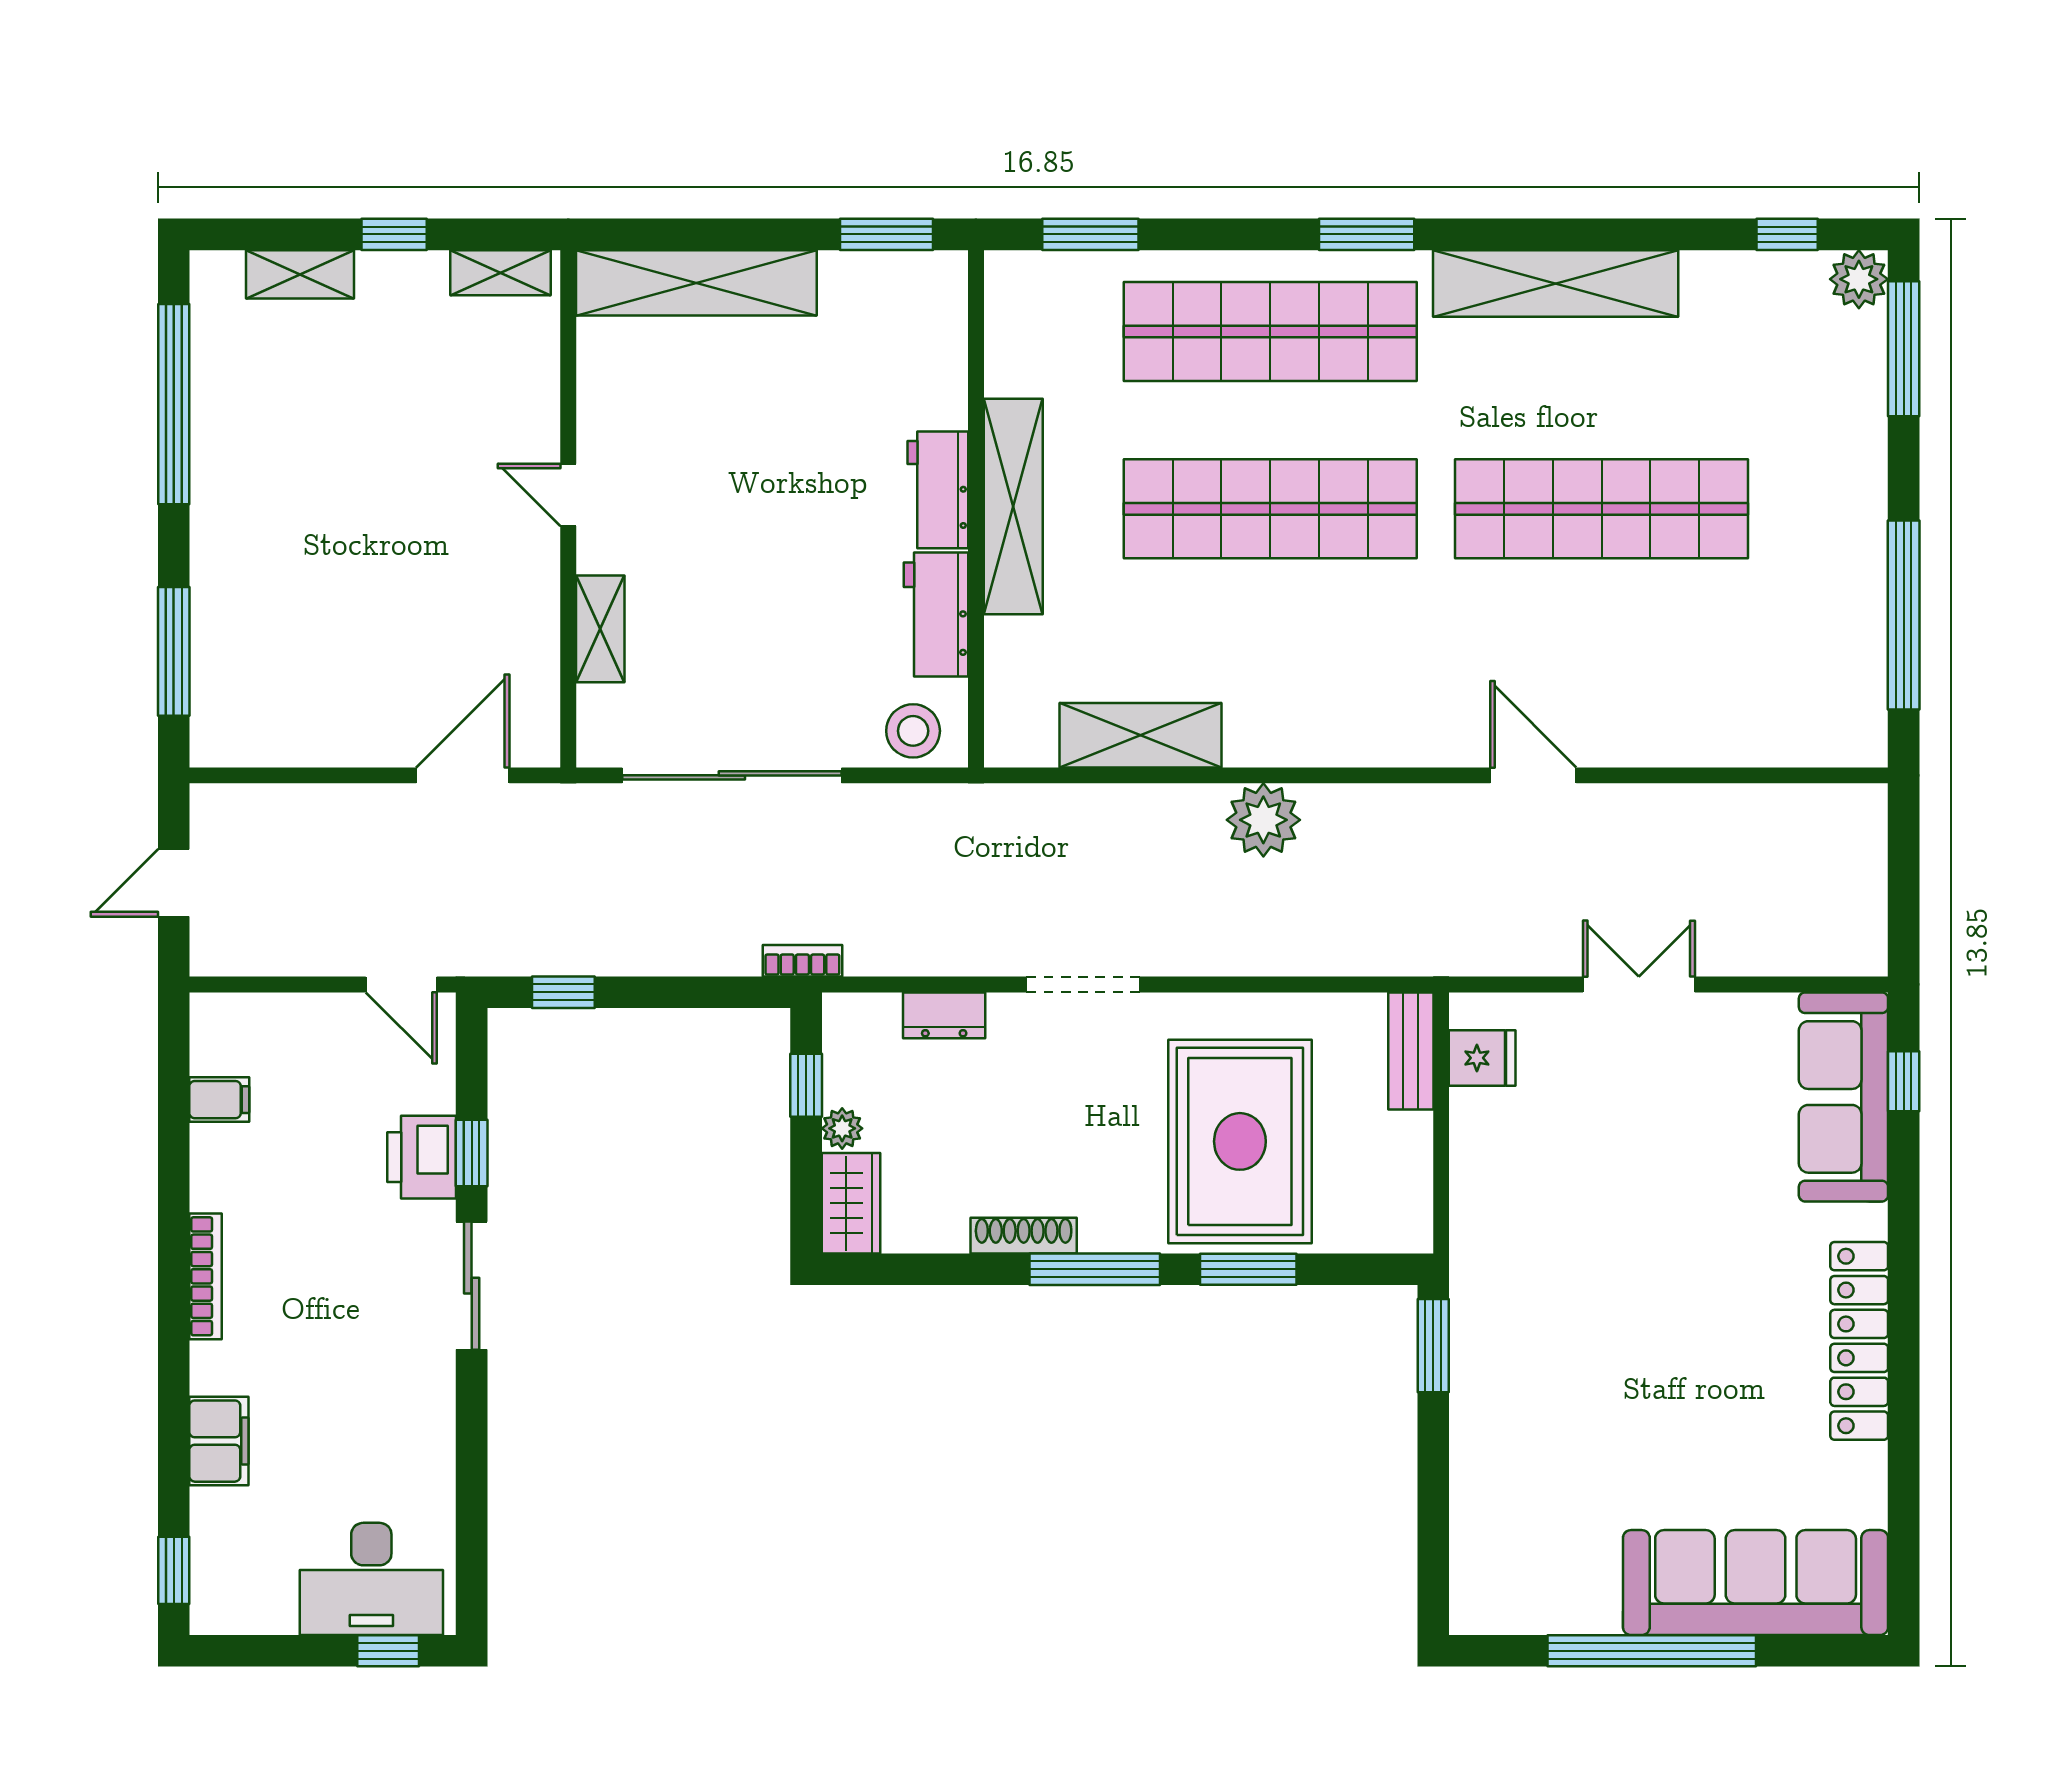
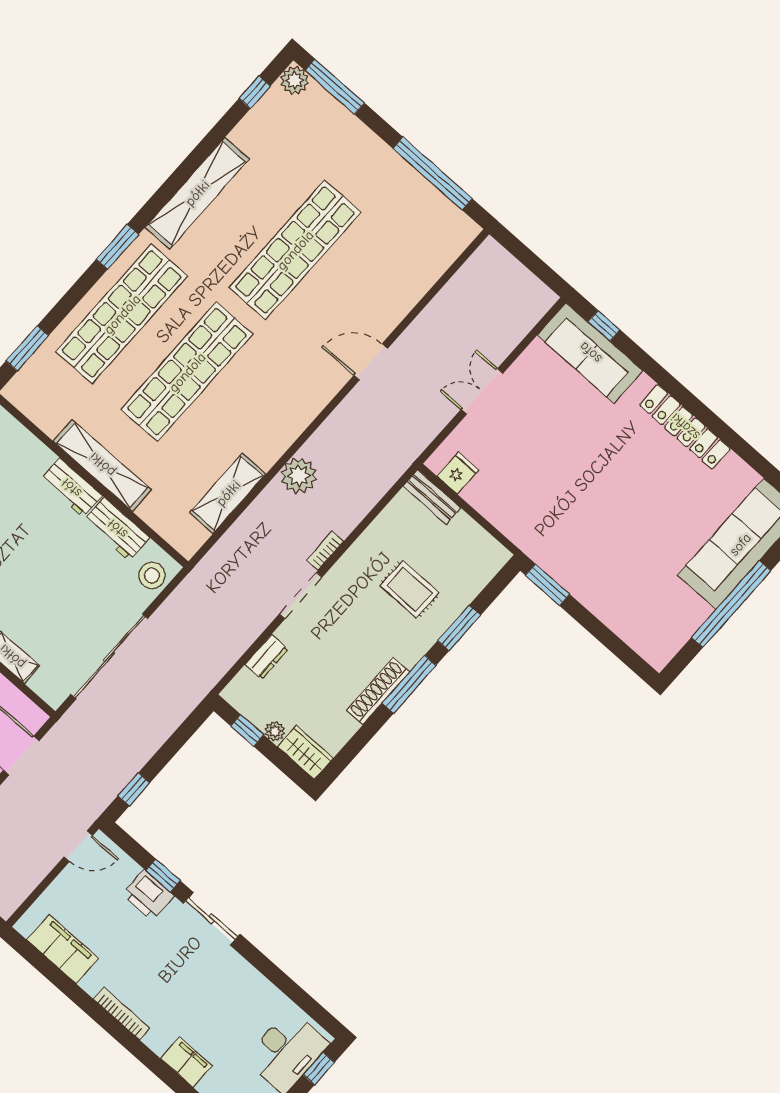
bookcase: (802, 961) -> (325, 551), moved
filing cabinet: (219, 1100) -> (63, 949), width x3.00, depth x1.17
rug: (1240, 1141) -> (409, 589), width x0.54, depth x0.49
shoe rack: (1024, 1236) -> (378, 691), width x1.36, depth x1.24

